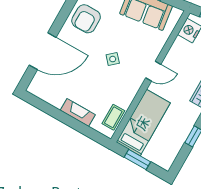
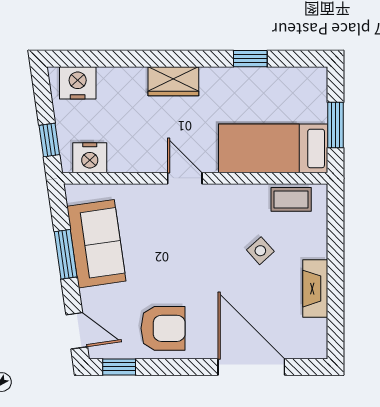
side table: (113, 59) -> (260, 251), moved
fireplace: (78, 112) -> (315, 289), moved

